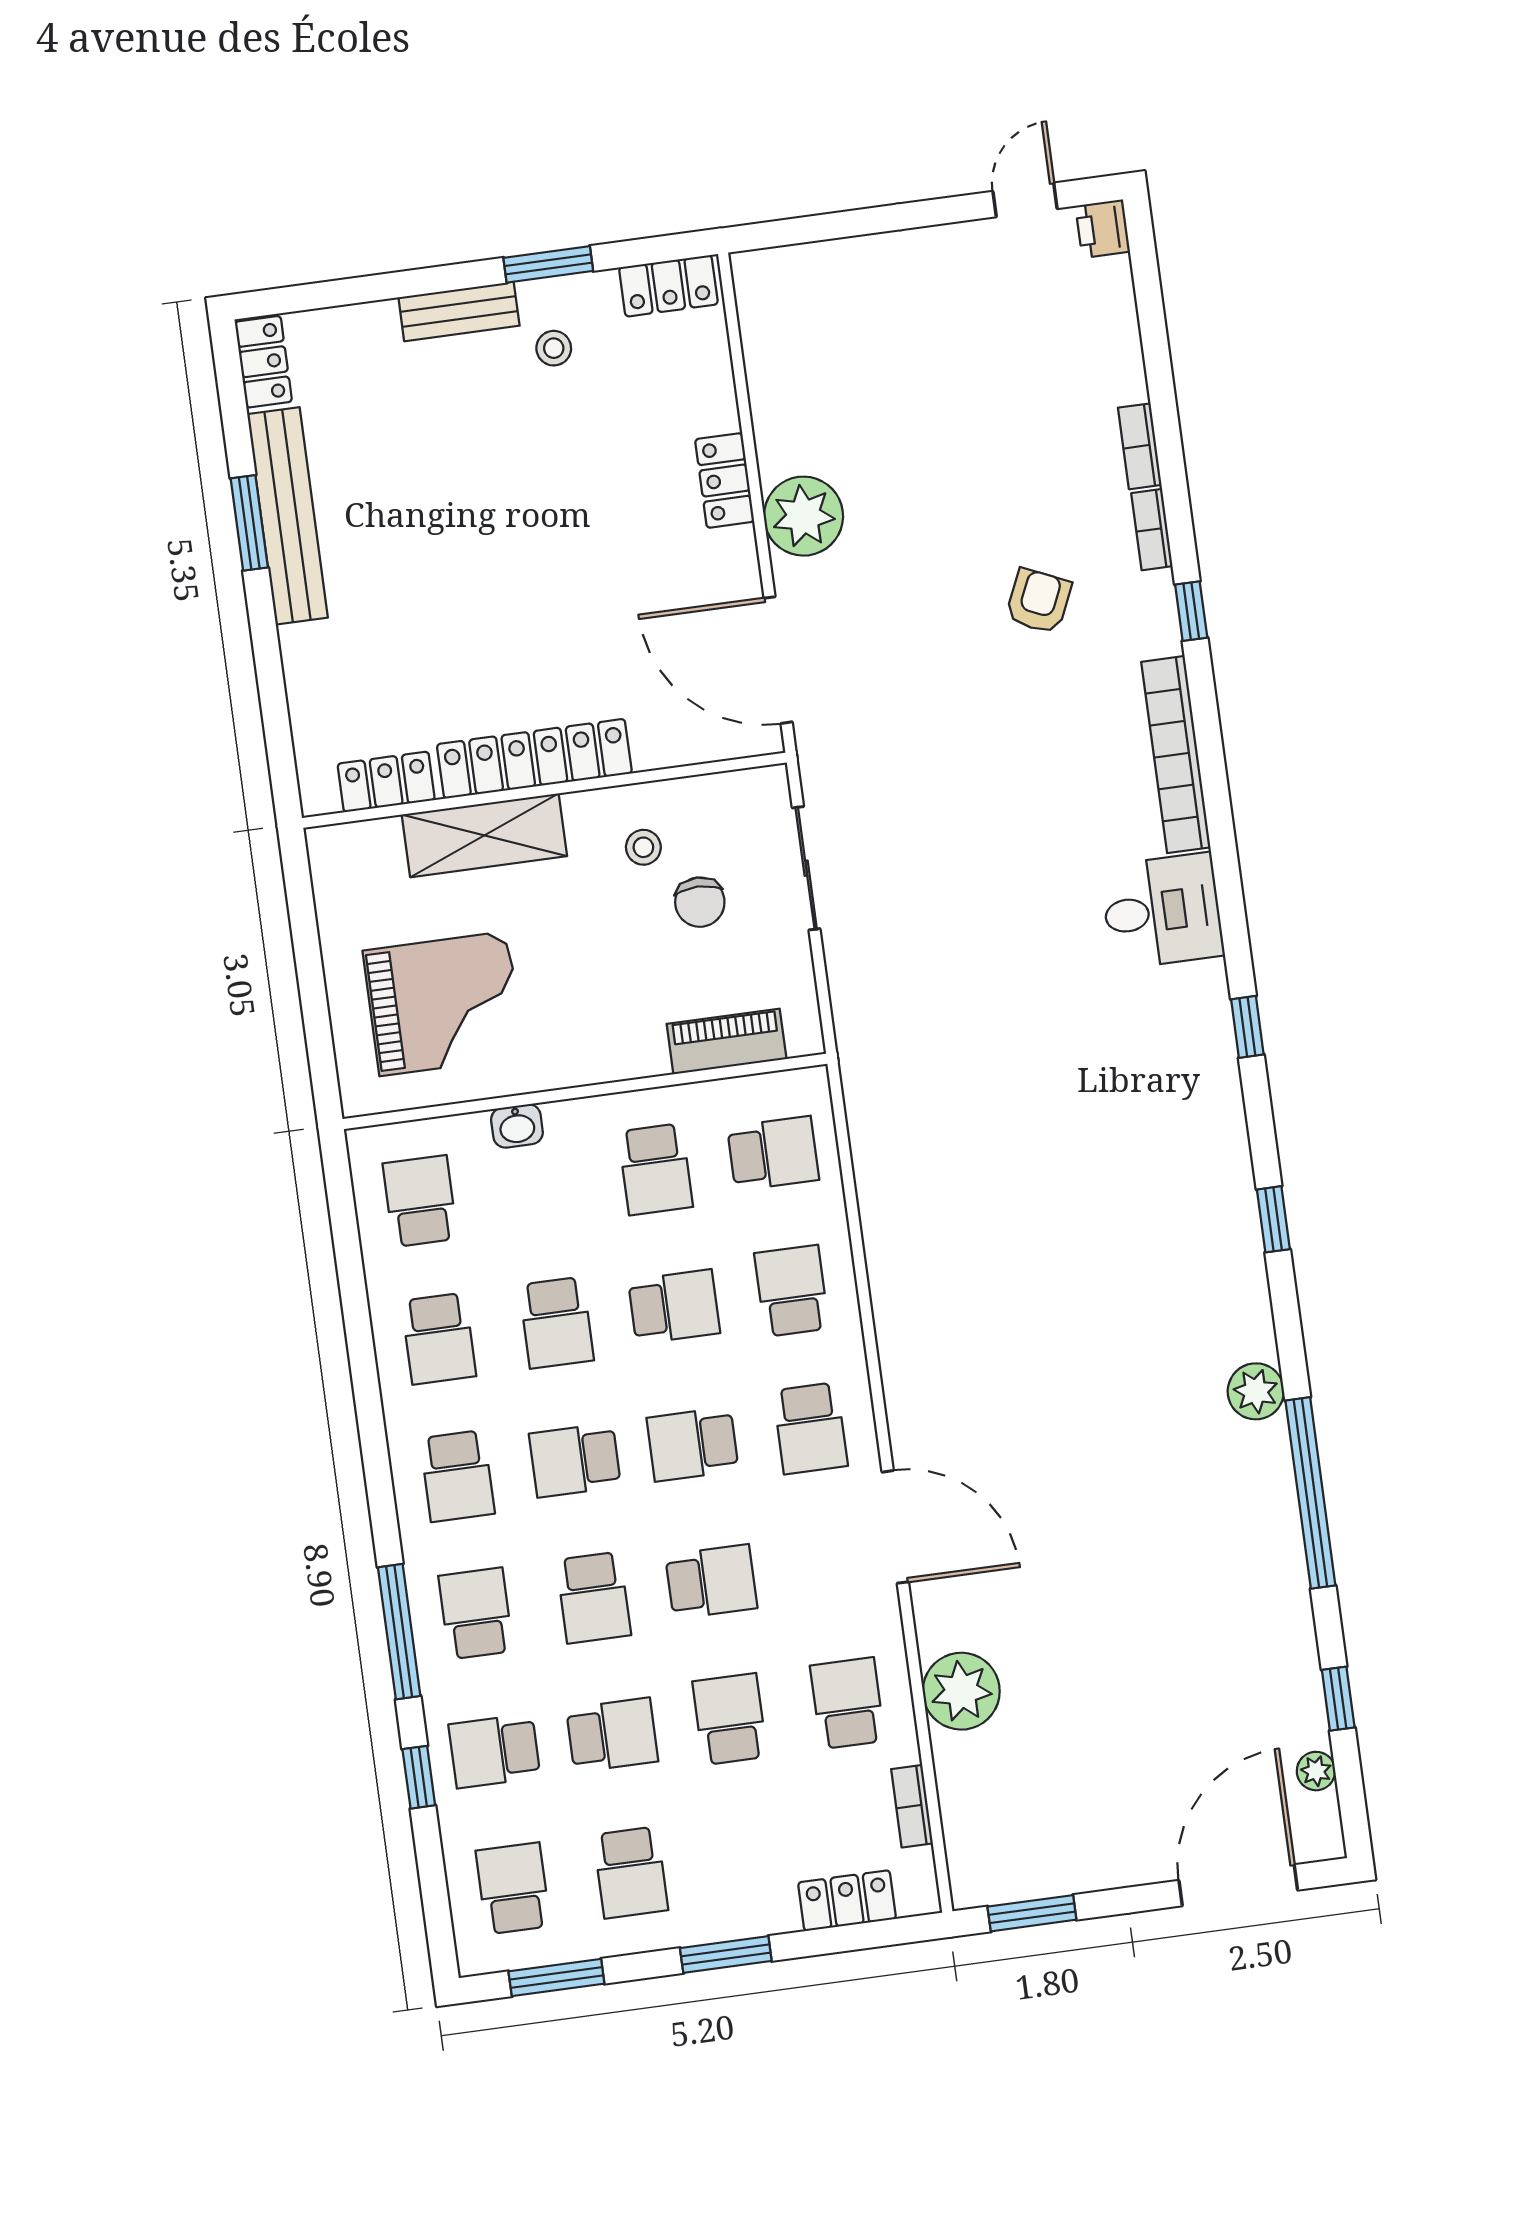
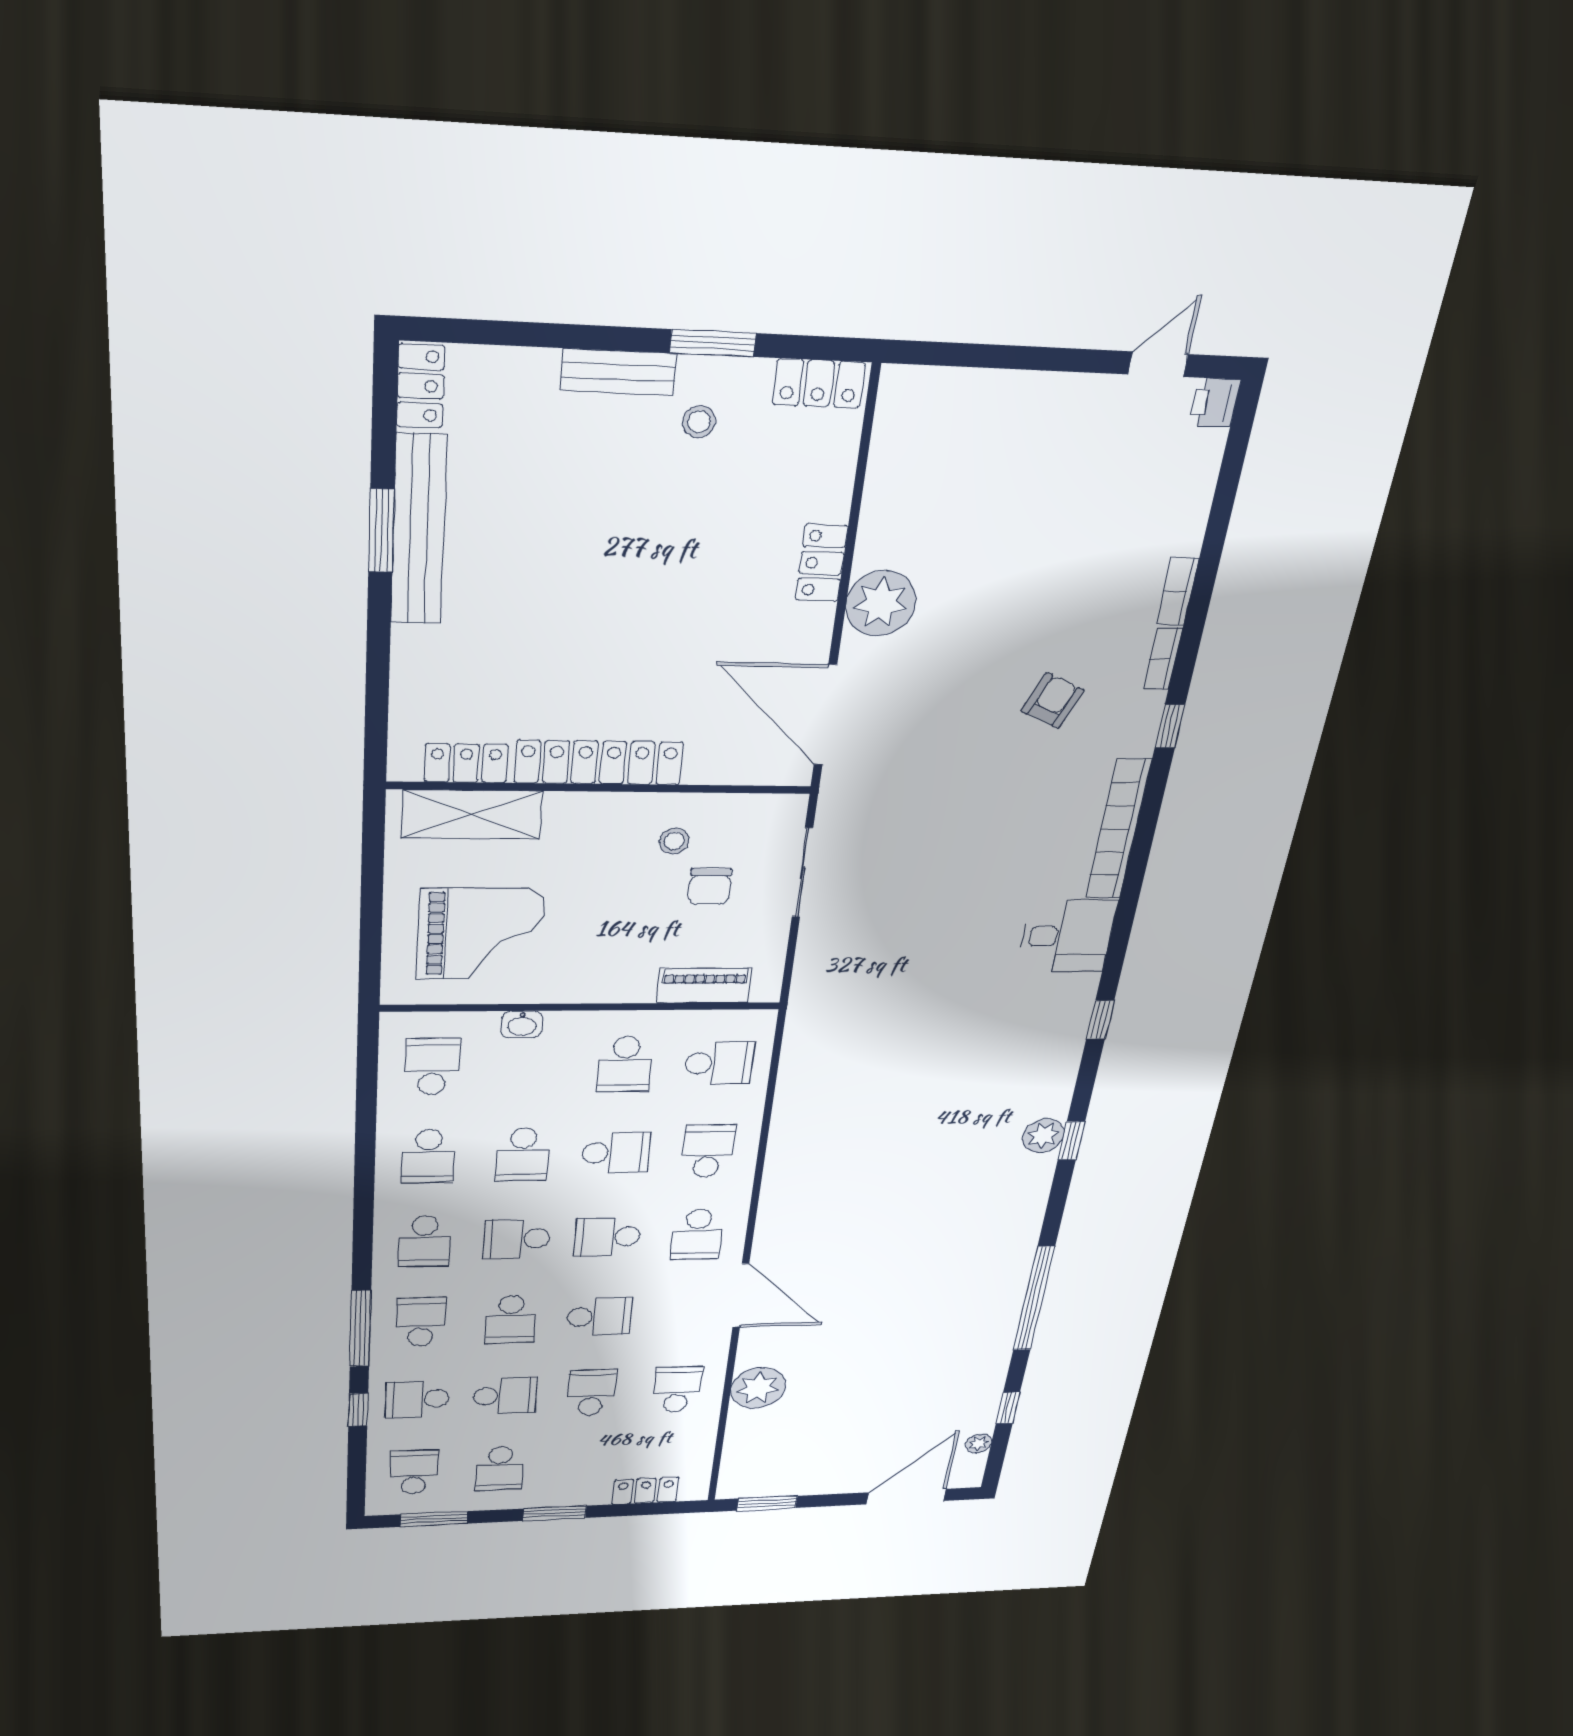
shelving: (484, 835) -> (472, 814), moved
plant: (1256, 1391) -> (1043, 1136), moved
bookcase: (912, 1806) -> (705, 1445), removed

